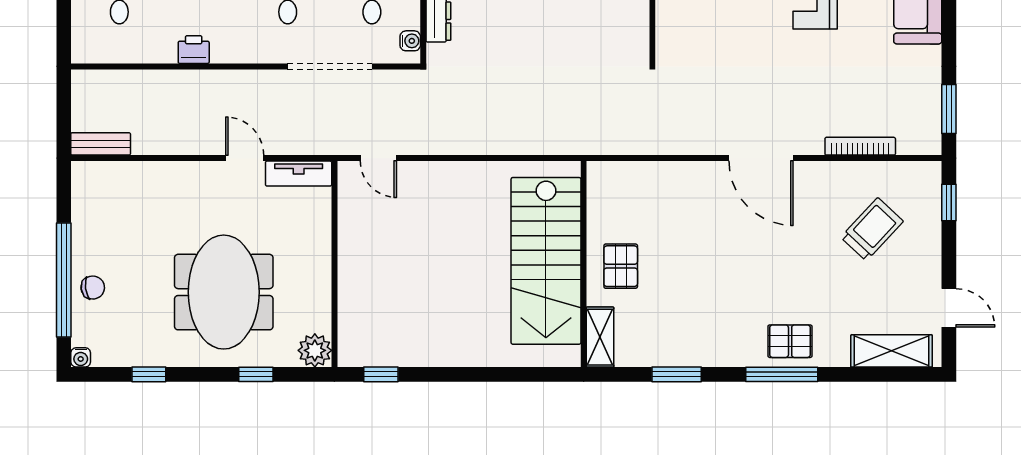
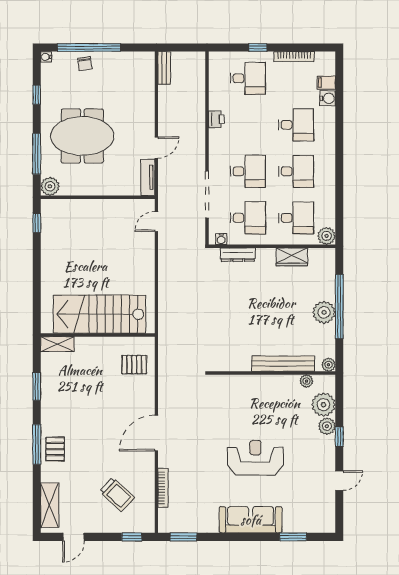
pallet: (621, 266) -> (134, 365), moved
window: (256, 374) -> (37, 154), width x2.17

